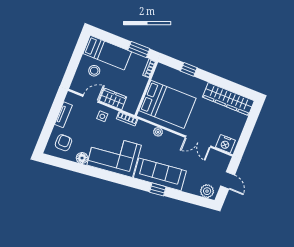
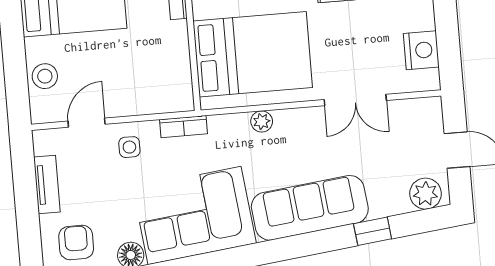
stool: (94, 71) -> (45, 76), moved
wardrobe: (113, 99) -> (134, 100), removed
nightstand: (225, 144) -> (421, 50), moved, turned -90
window: (158, 189) -> (373, 231), moved

